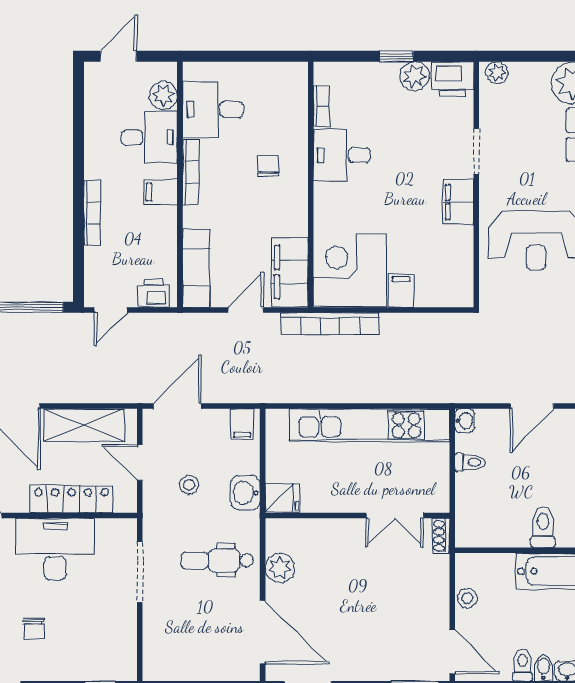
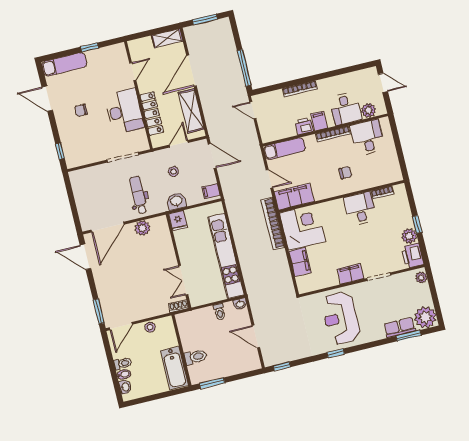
filing cabinet: (401, 291) -> (300, 262), width x2.00
printer: (153, 293) -> (304, 126), moved, turned -90

